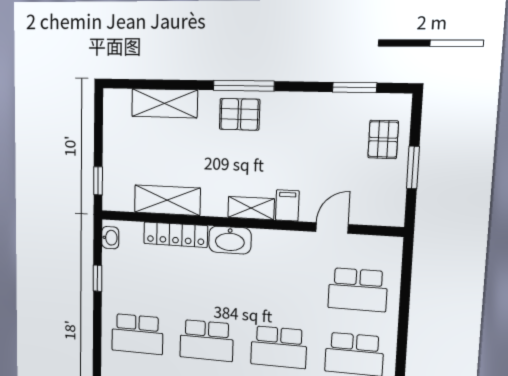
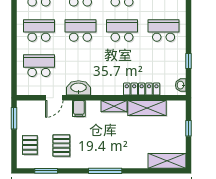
shelving: (164, 103) -> (167, 161), moved
pallet: (239, 114) -> (61, 146), moved, turned 90
window: (413, 167) -> (14, 118), moved
window: (98, 181) -> (188, 128), moved
shelving: (251, 208) -> (114, 106), moved
washbasin: (230, 240) -> (79, 88), moved

